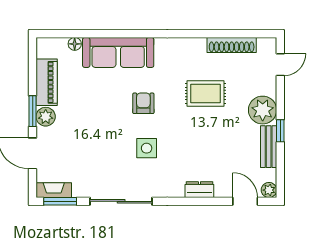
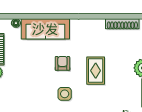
rug: (205, 94) -> (96, 71), moved, turned 90

